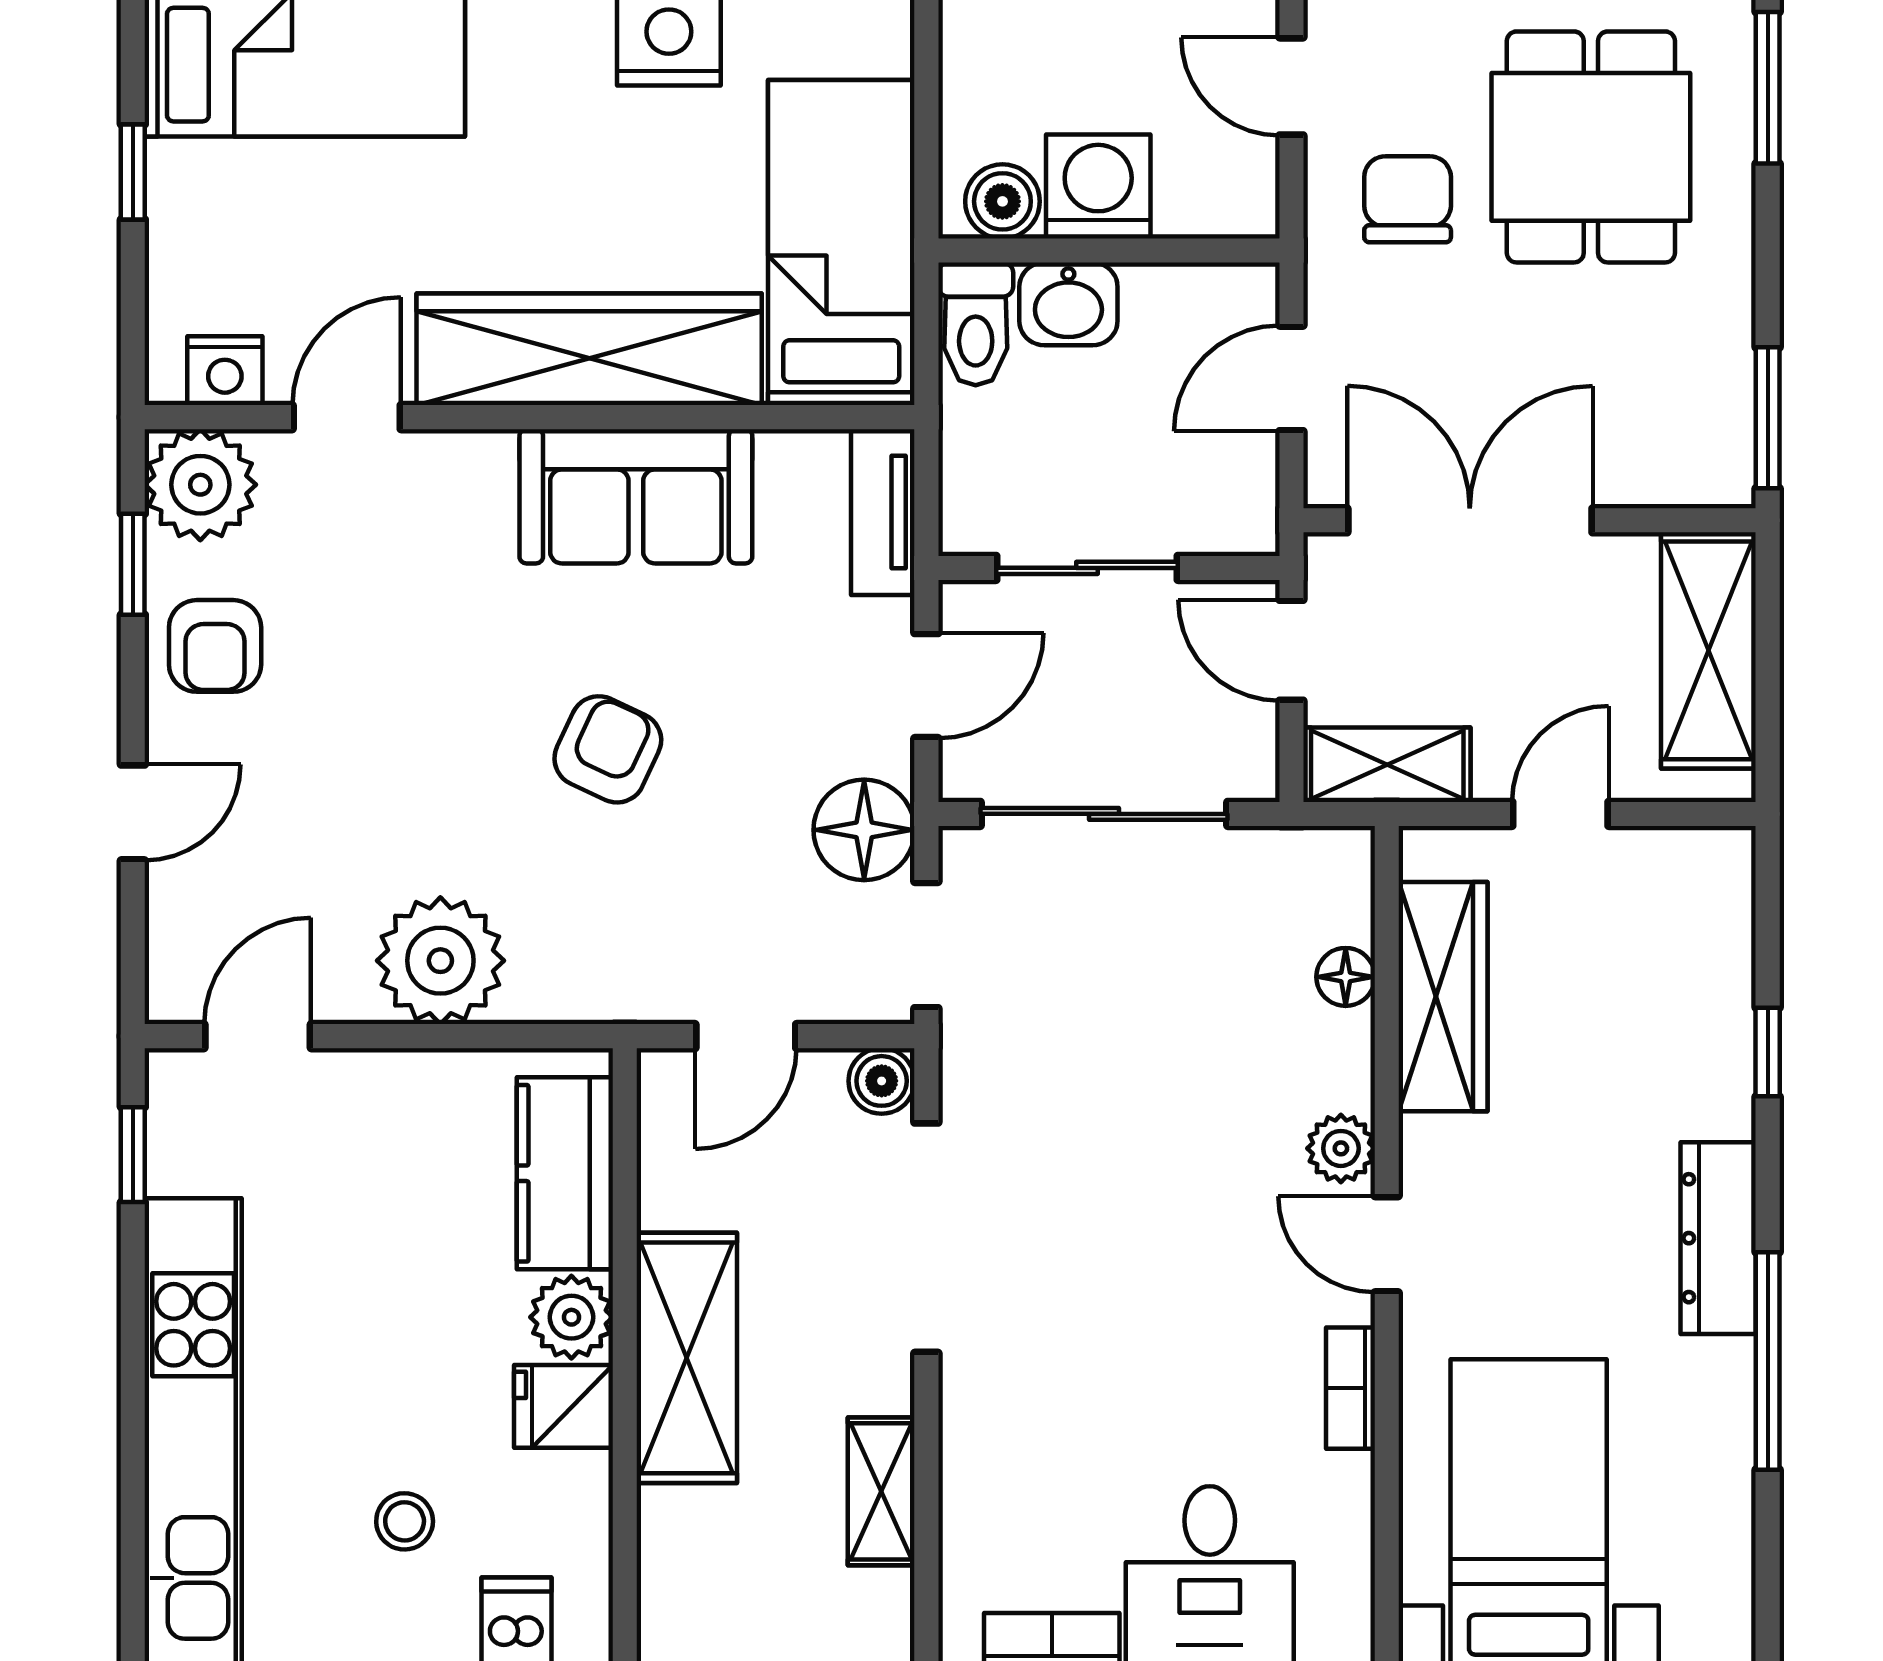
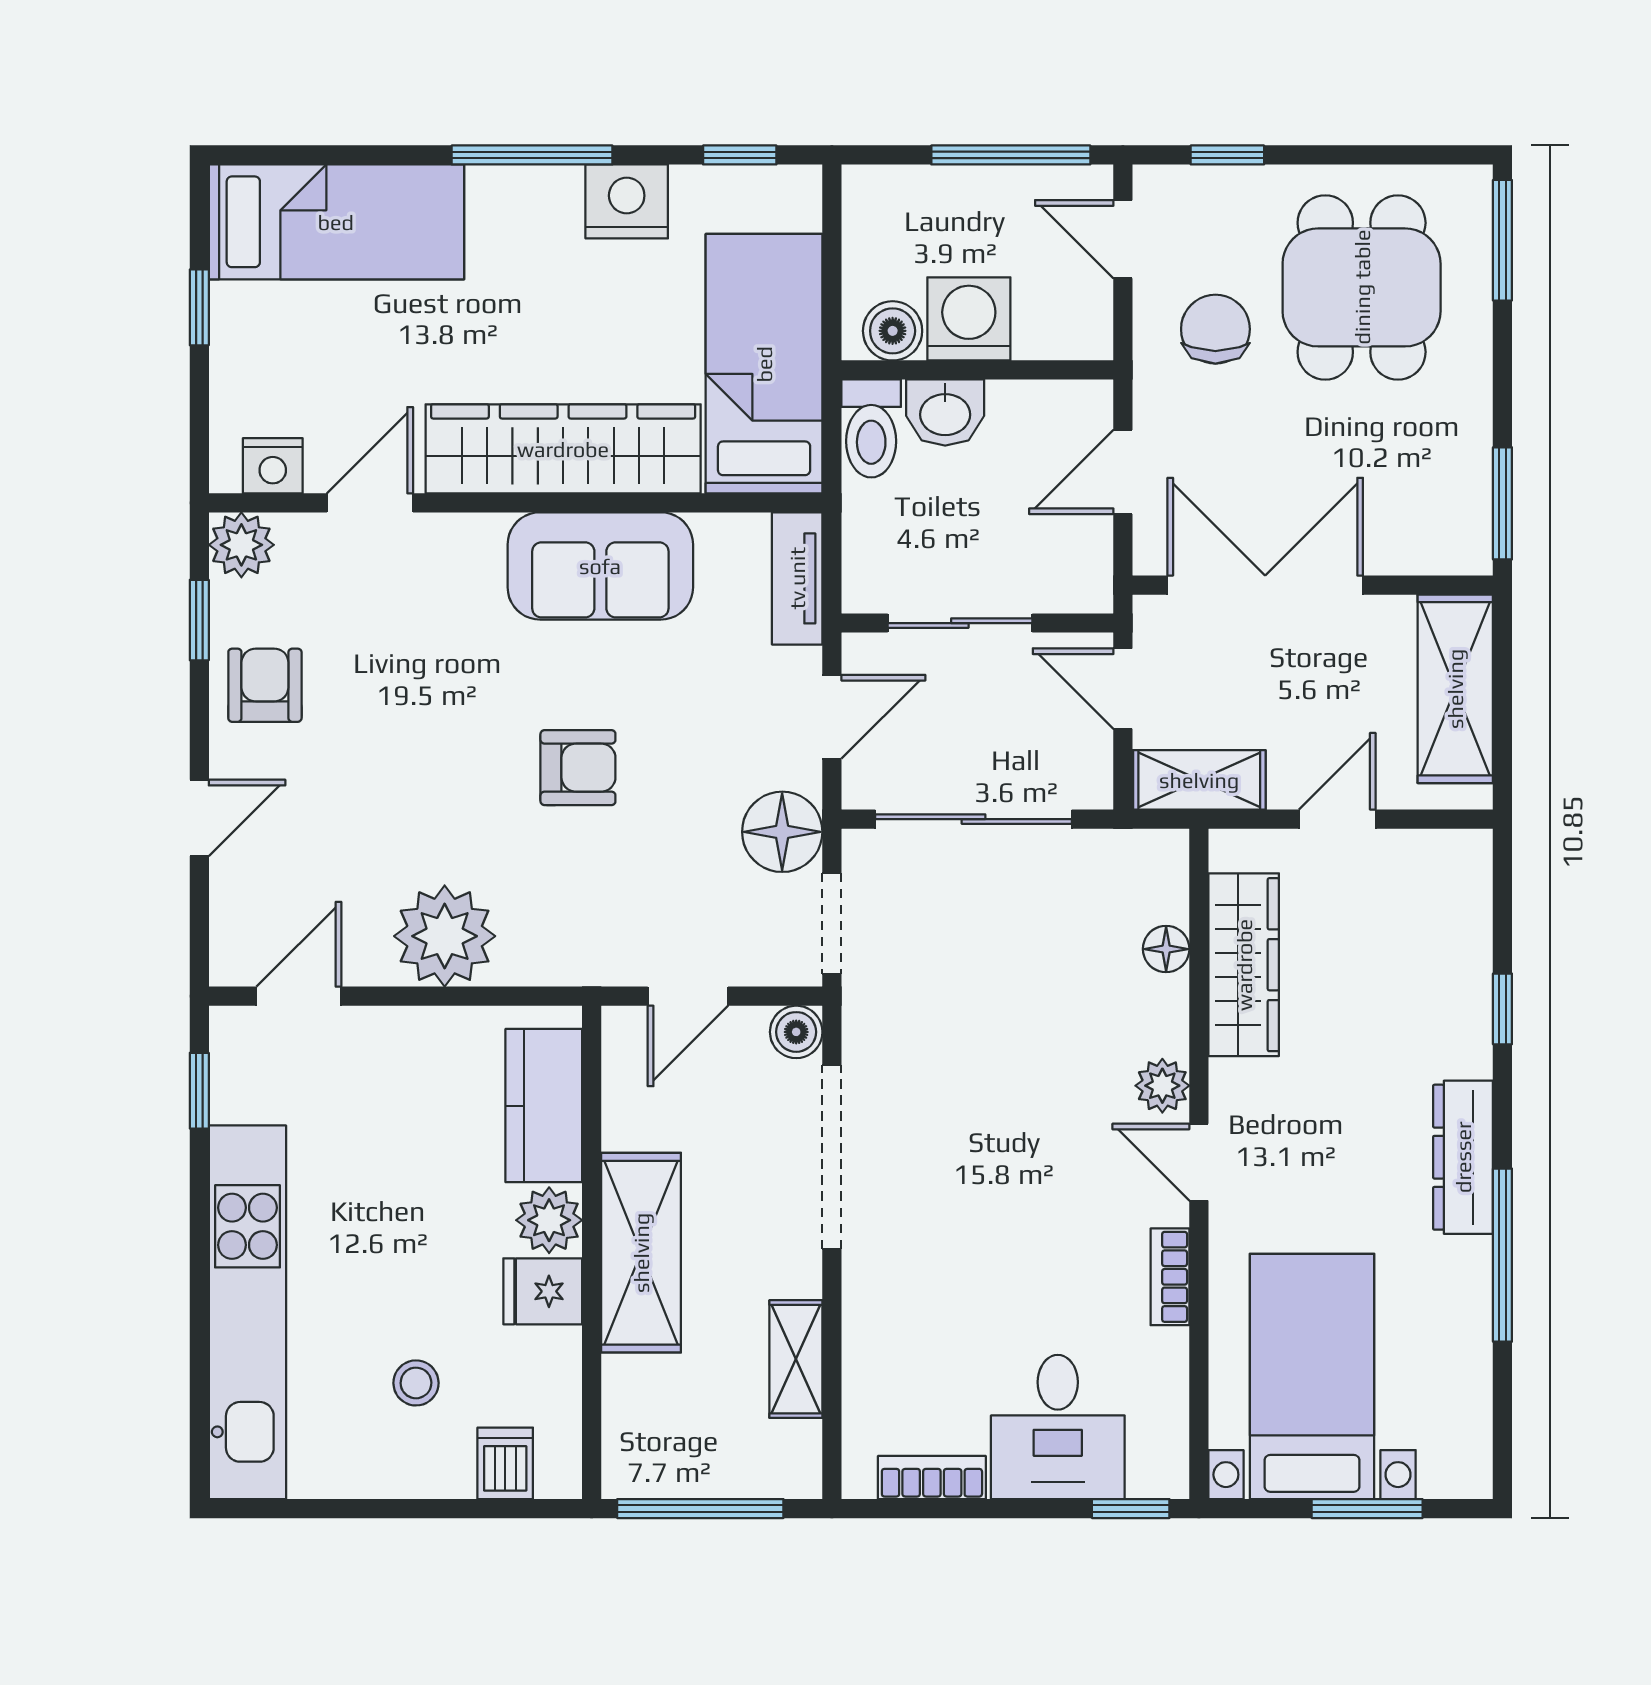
plant: (200, 485) -> (241, 545), width x0.73, depth x0.73
armchair: (215, 646) -> (265, 685), turned 180
armchair: (608, 749) -> (578, 768), turned 65

